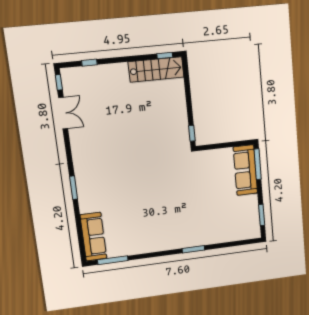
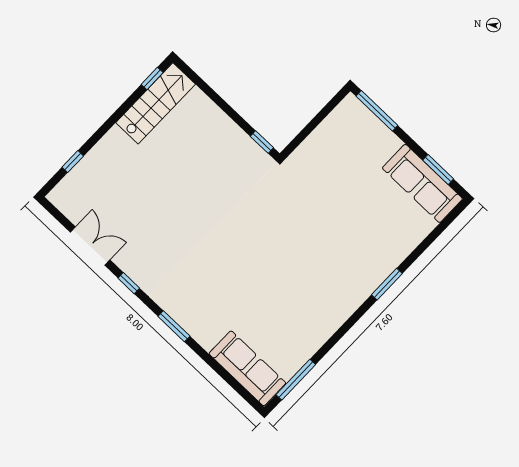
window: (59, 82) -> (129, 283), moved
sofa: (245, 170) -> (422, 183), moved

